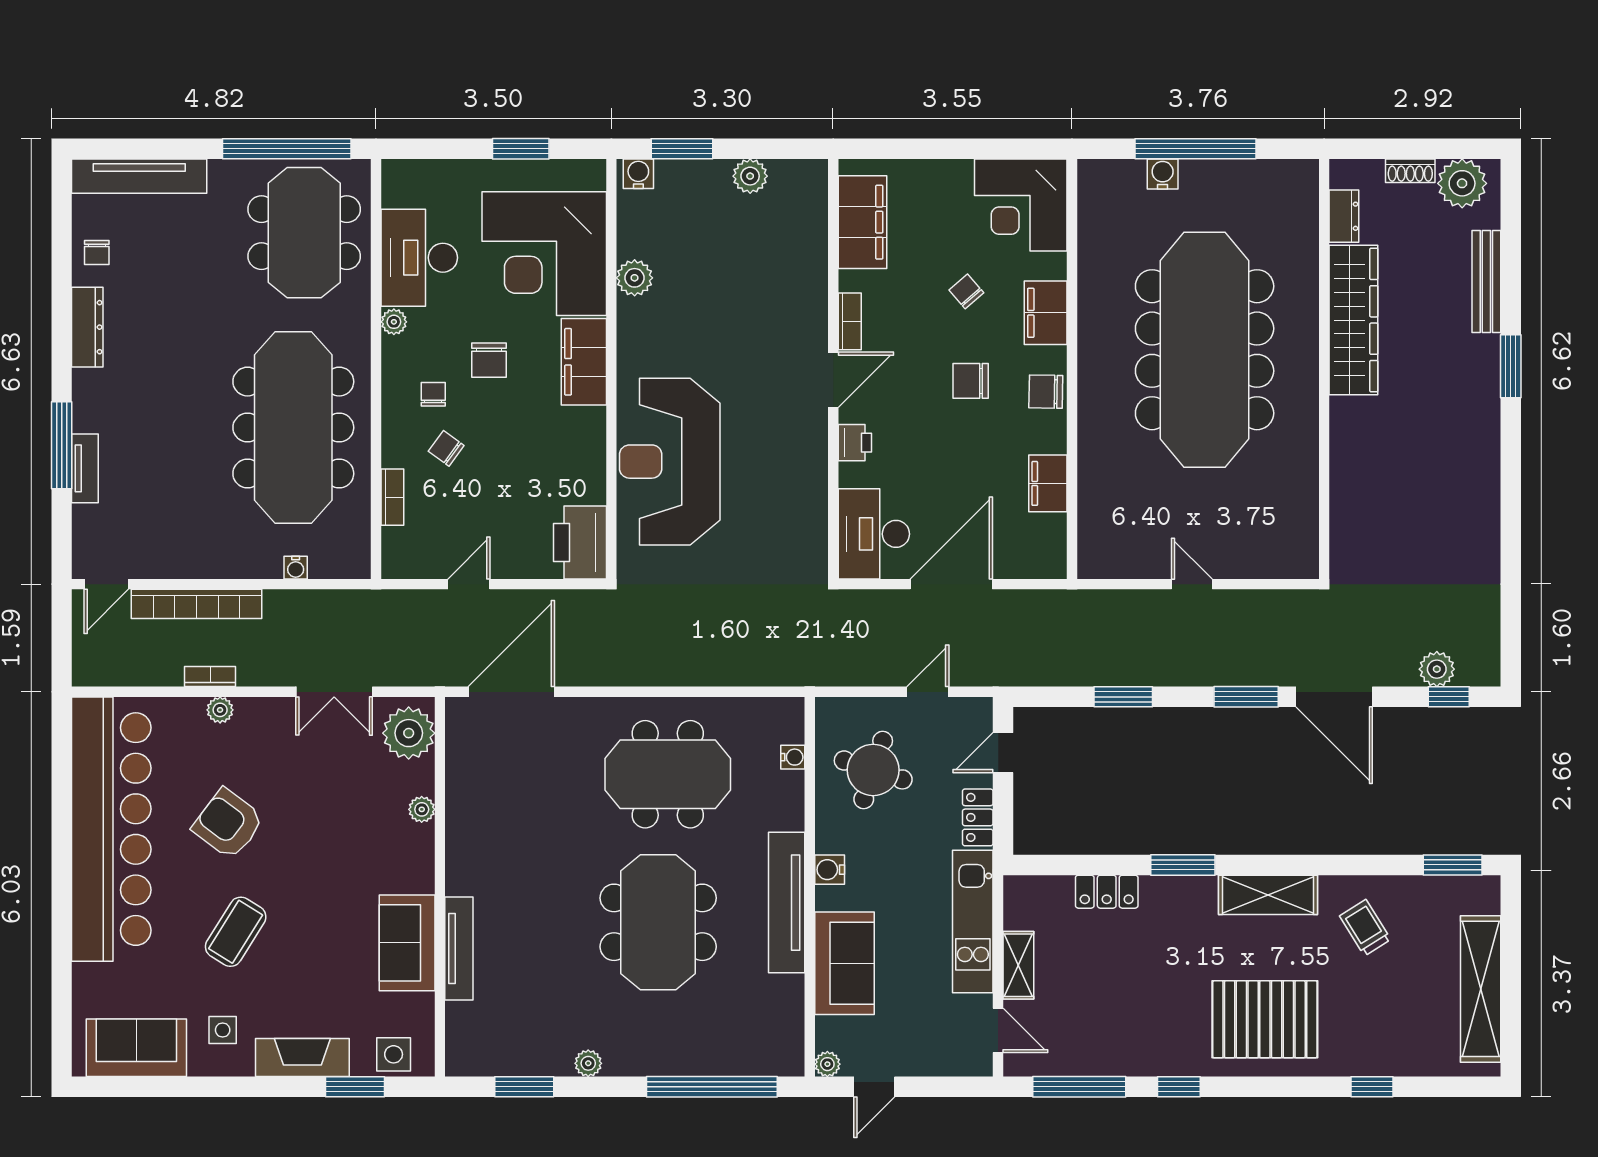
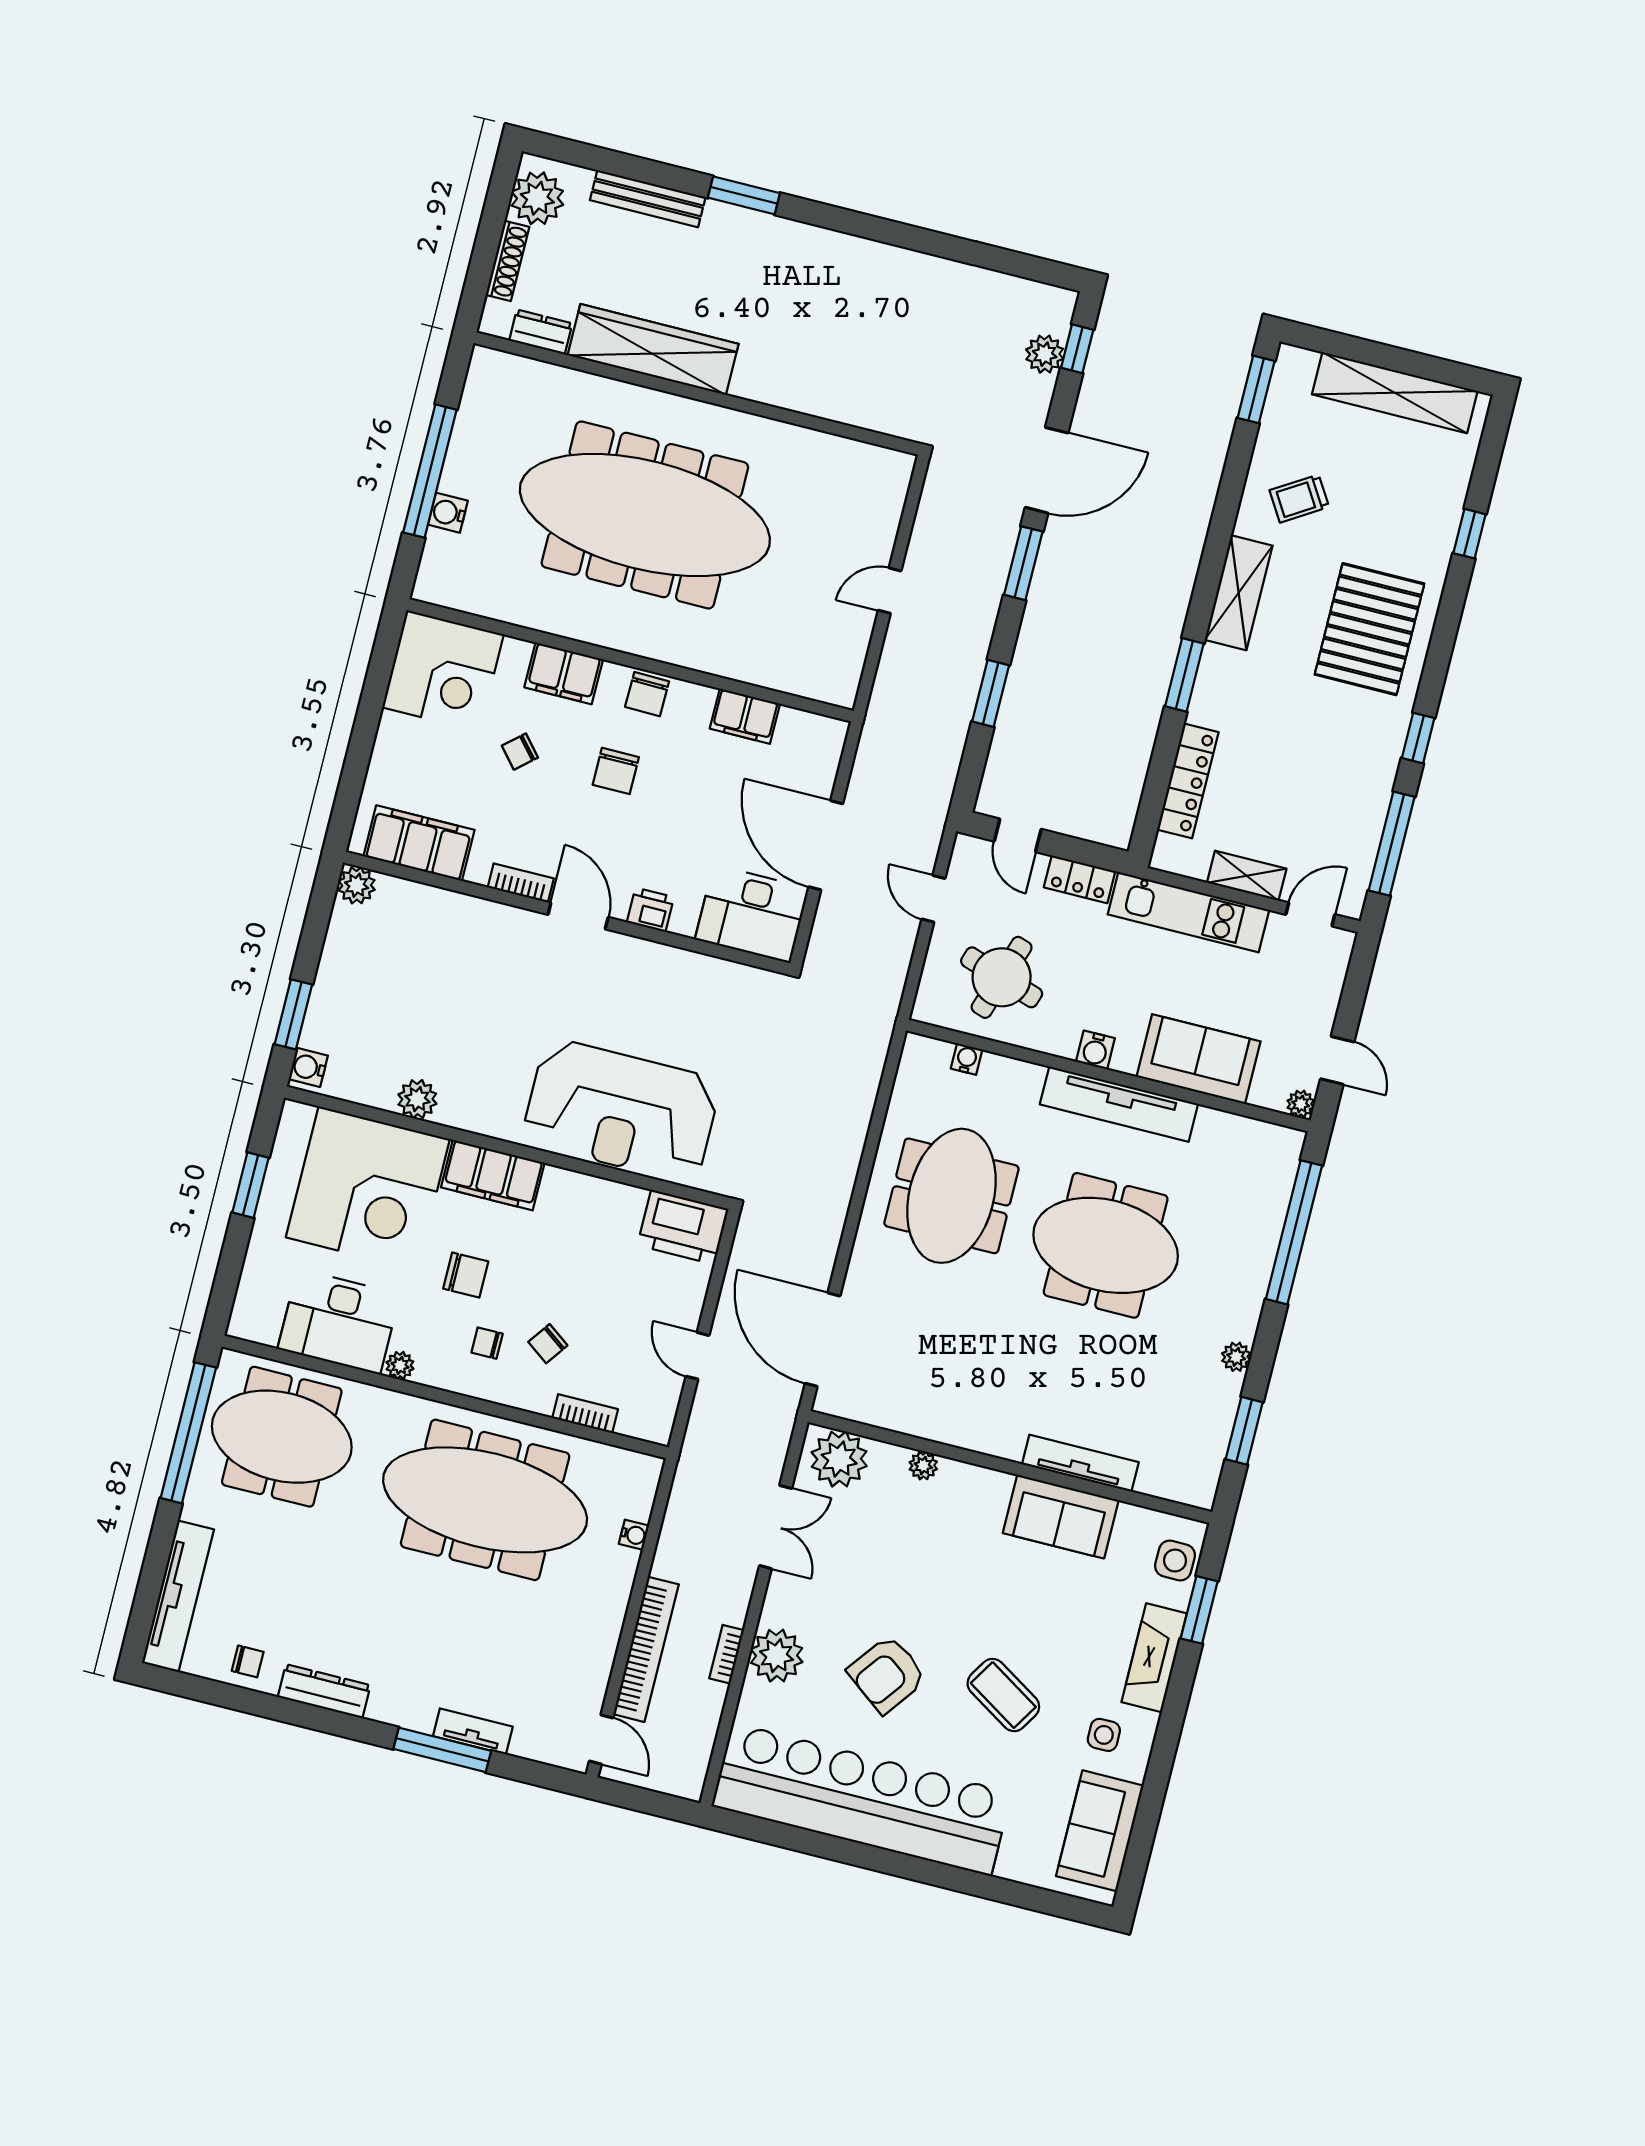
shoe rack: (1410, 171) -> (507, 261), width x1.43
plant: (750, 176) -> (357, 885), moved
plant: (220, 710) -> (777, 1656), width x1.87, depth x1.87
locker: (1107, 892) -> (1188, 781), width x1.53

